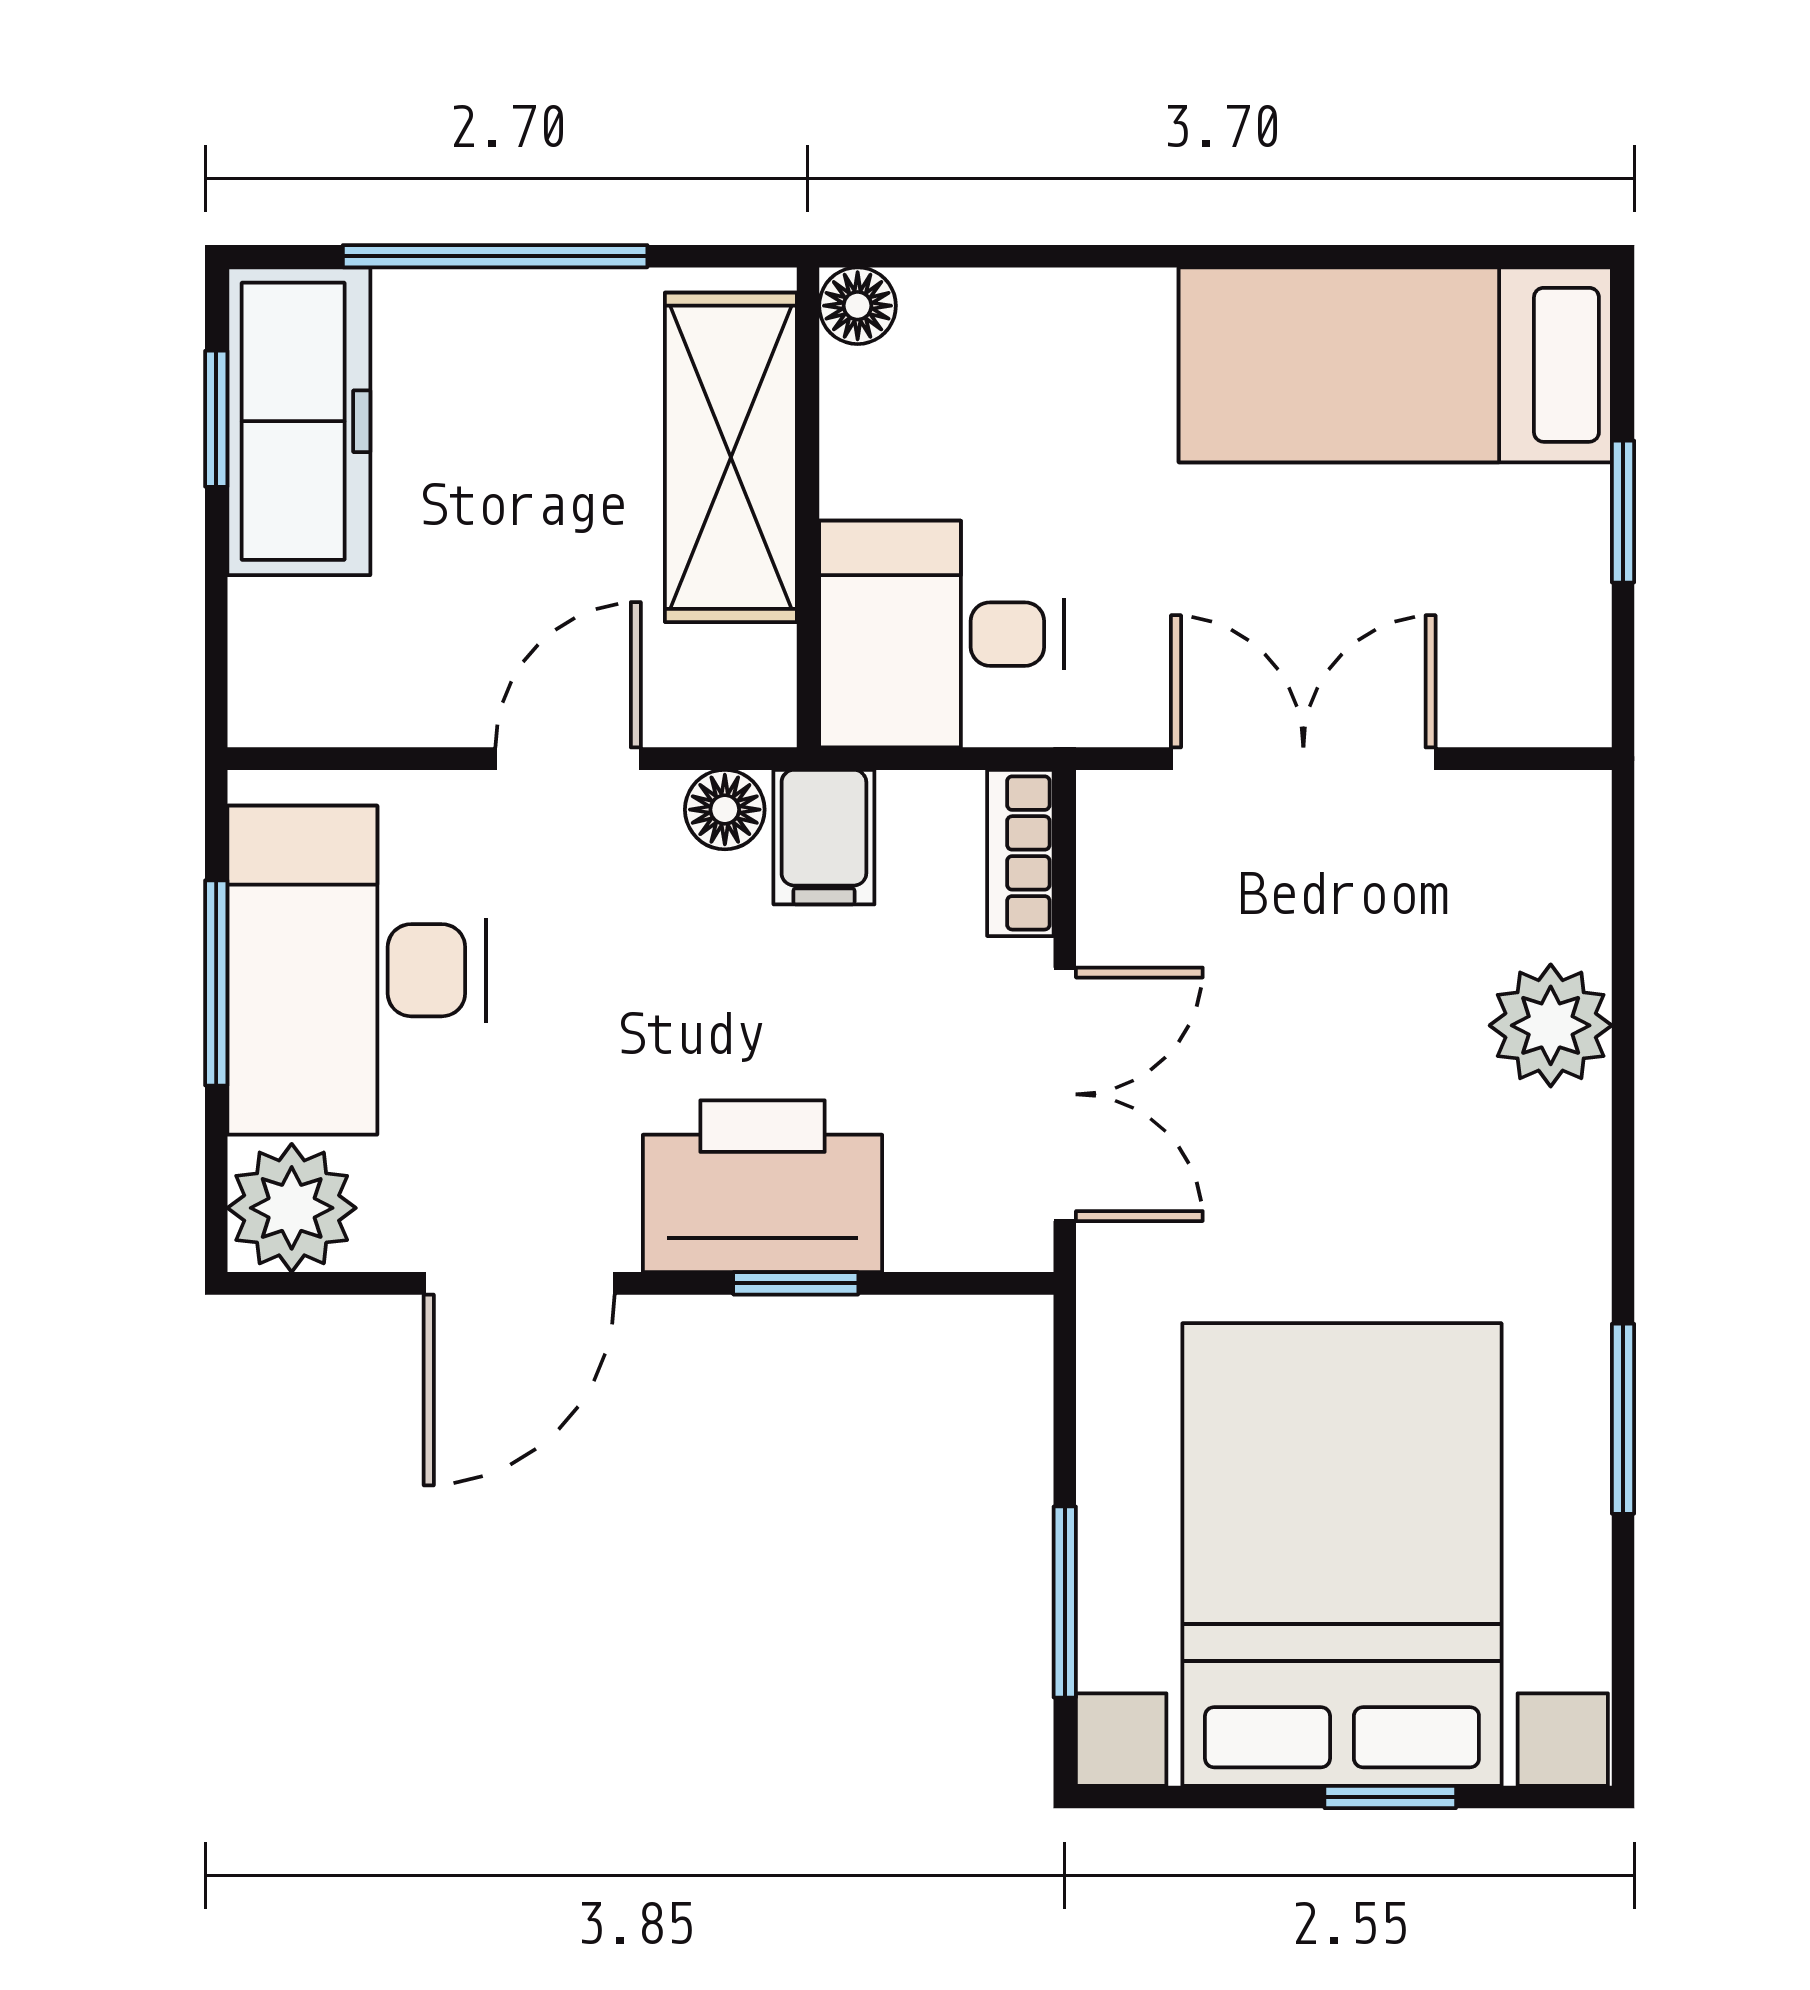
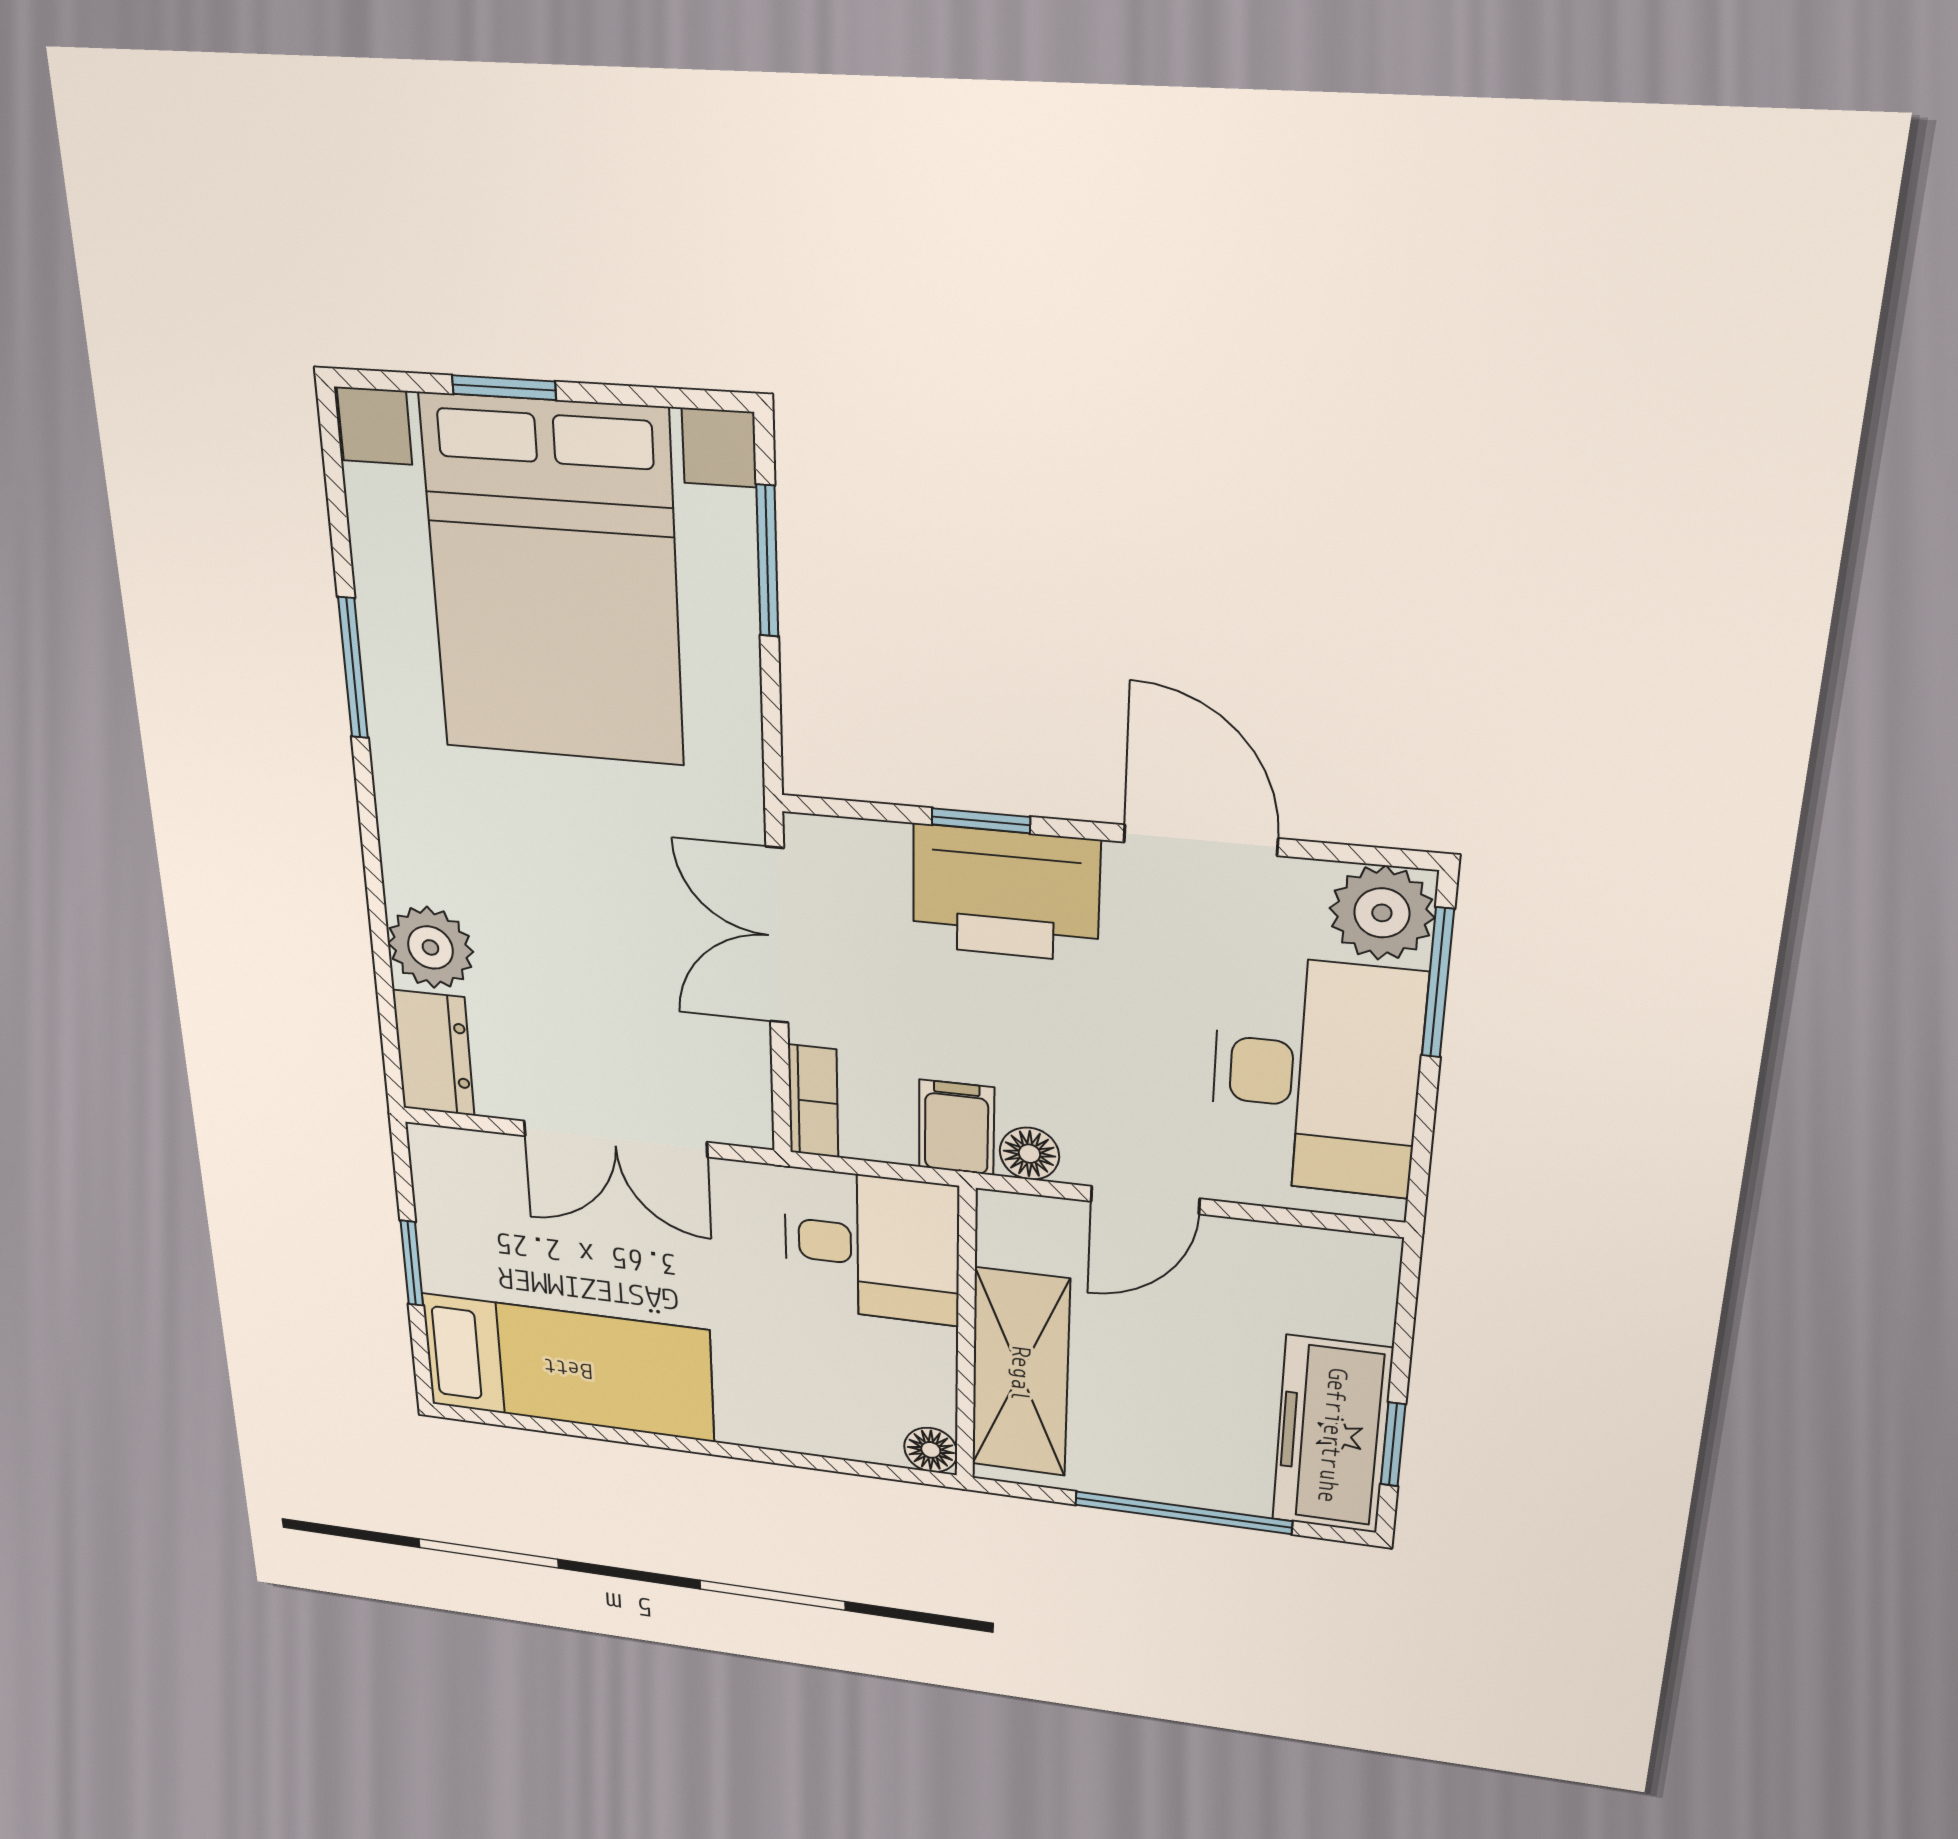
dresser: (1560, 863) -> (434, 1053), added
window: (216, 983) -> (1438, 983), moved
door: (519, 1283) -> (1201, 840), hinge flipped

